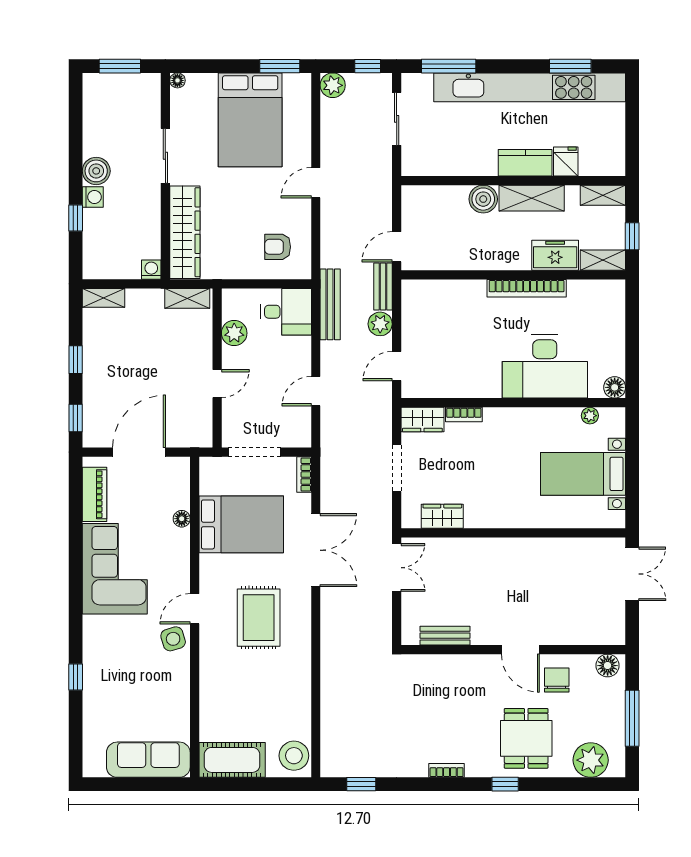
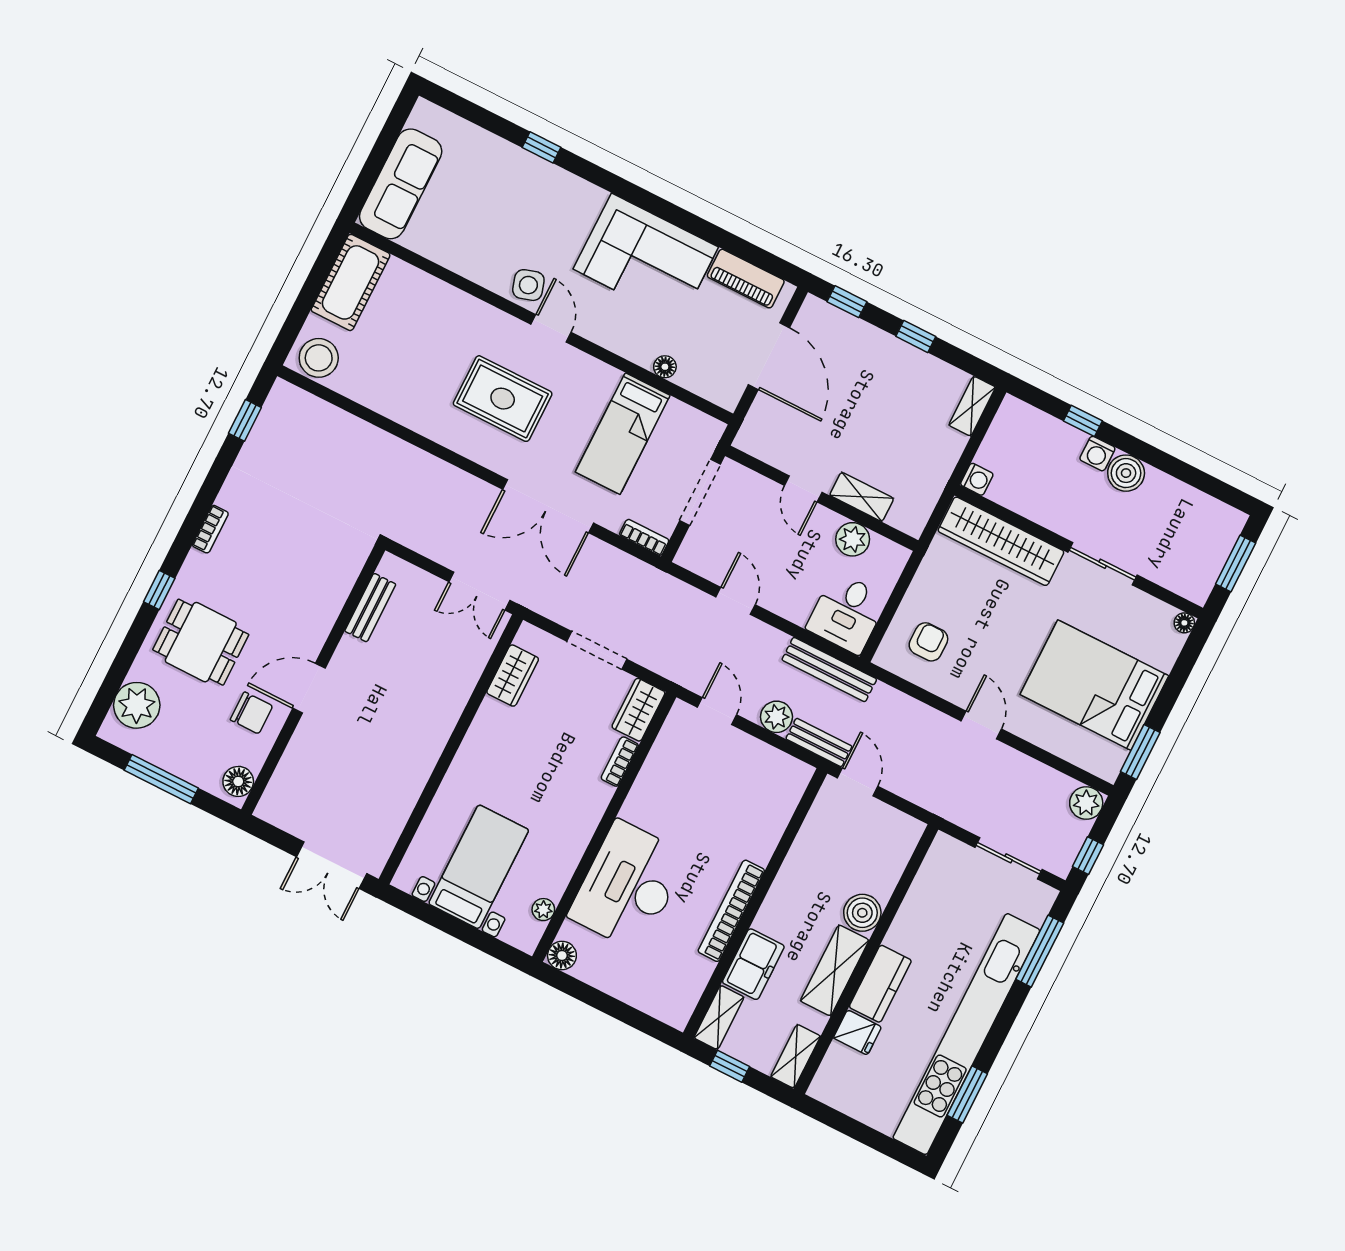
shelving: (187, 298) -> (862, 497), moved, turned 90
bed: (241, 524) -> (623, 434), width x0.67

